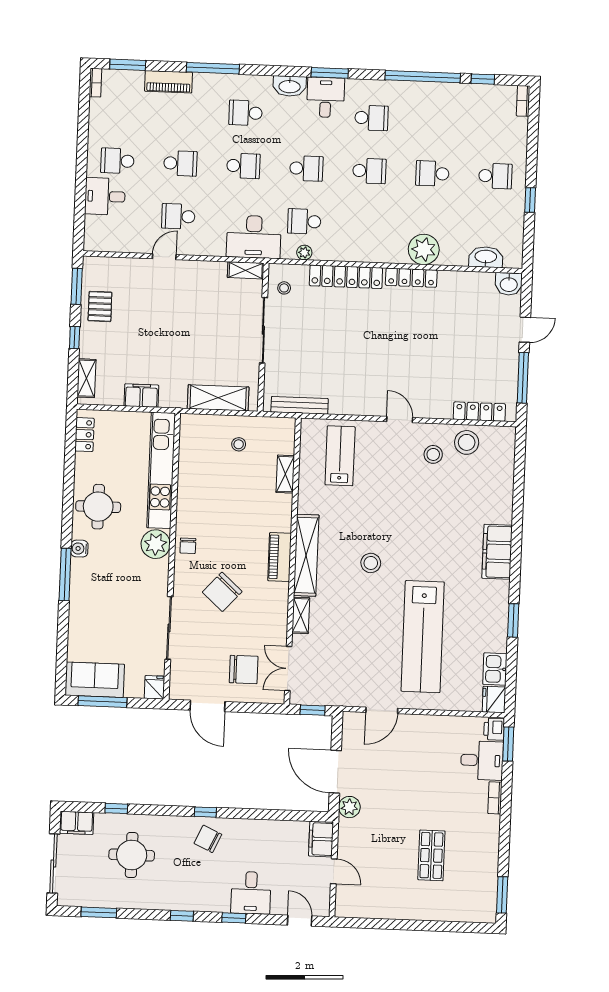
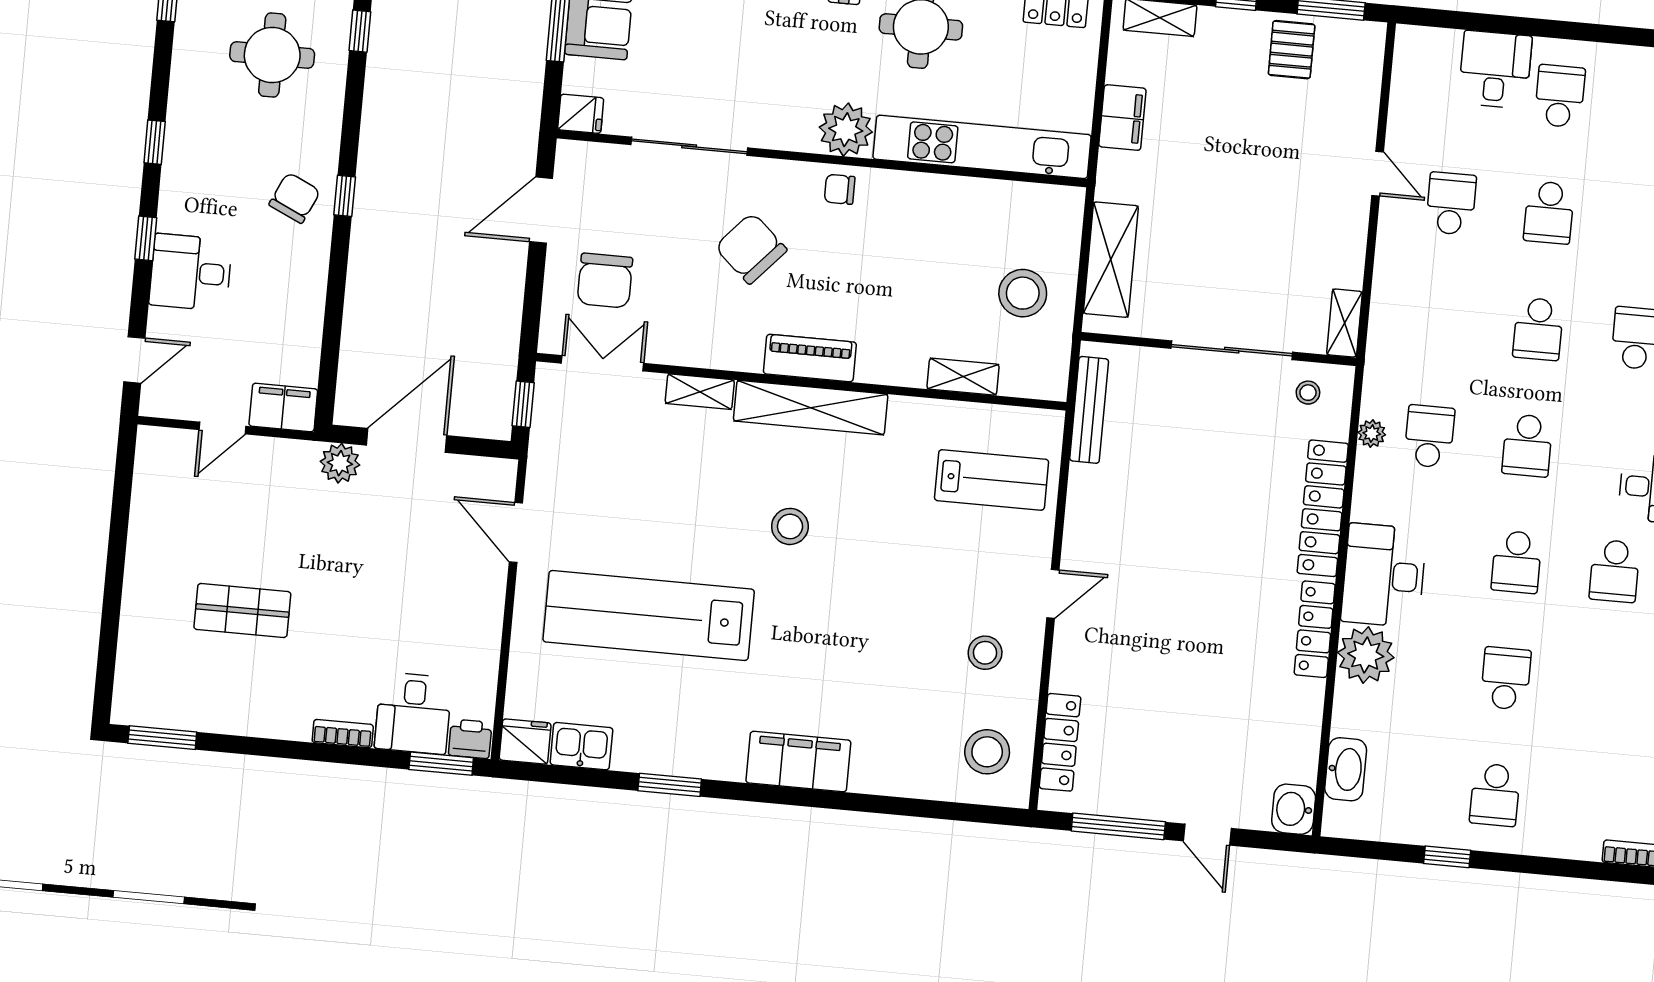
desk: (254, 237) -> (1384, 575), moved
pallet: (100, 306) -> (1292, 50), turned 90
stool: (467, 442) -> (987, 752), moved
stool: (239, 444) -> (1023, 293), width x1.89, depth x1.89

